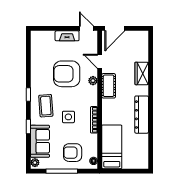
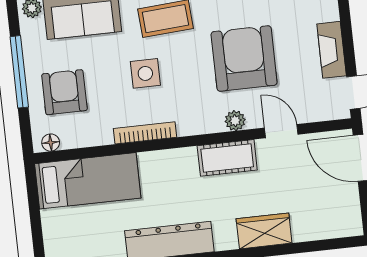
door: (100, 61) -> (281, 131), hinge flipped

